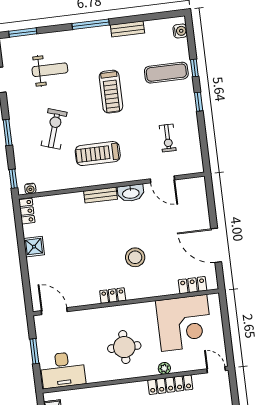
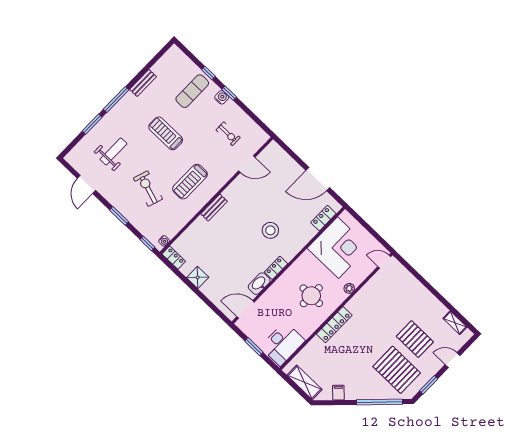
water cooler: (180, 31) -> (222, 97), moved
window: (23, 33) -> (92, 124), moved
treadmill: (111, 92) -> (166, 133), turned 180
washbasin: (131, 193) -> (259, 284), moved, turned 180
locker: (170, 385) -> (334, 325), moved

